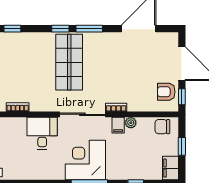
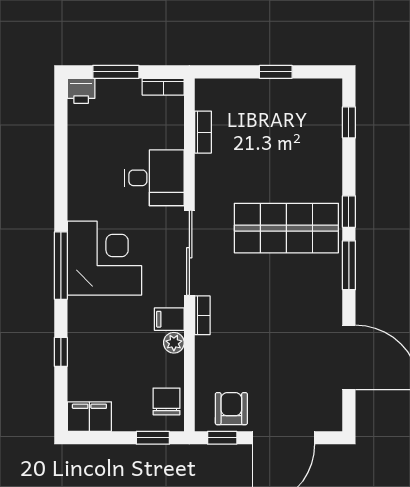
window: (182, 146) -> (153, 438), moved

